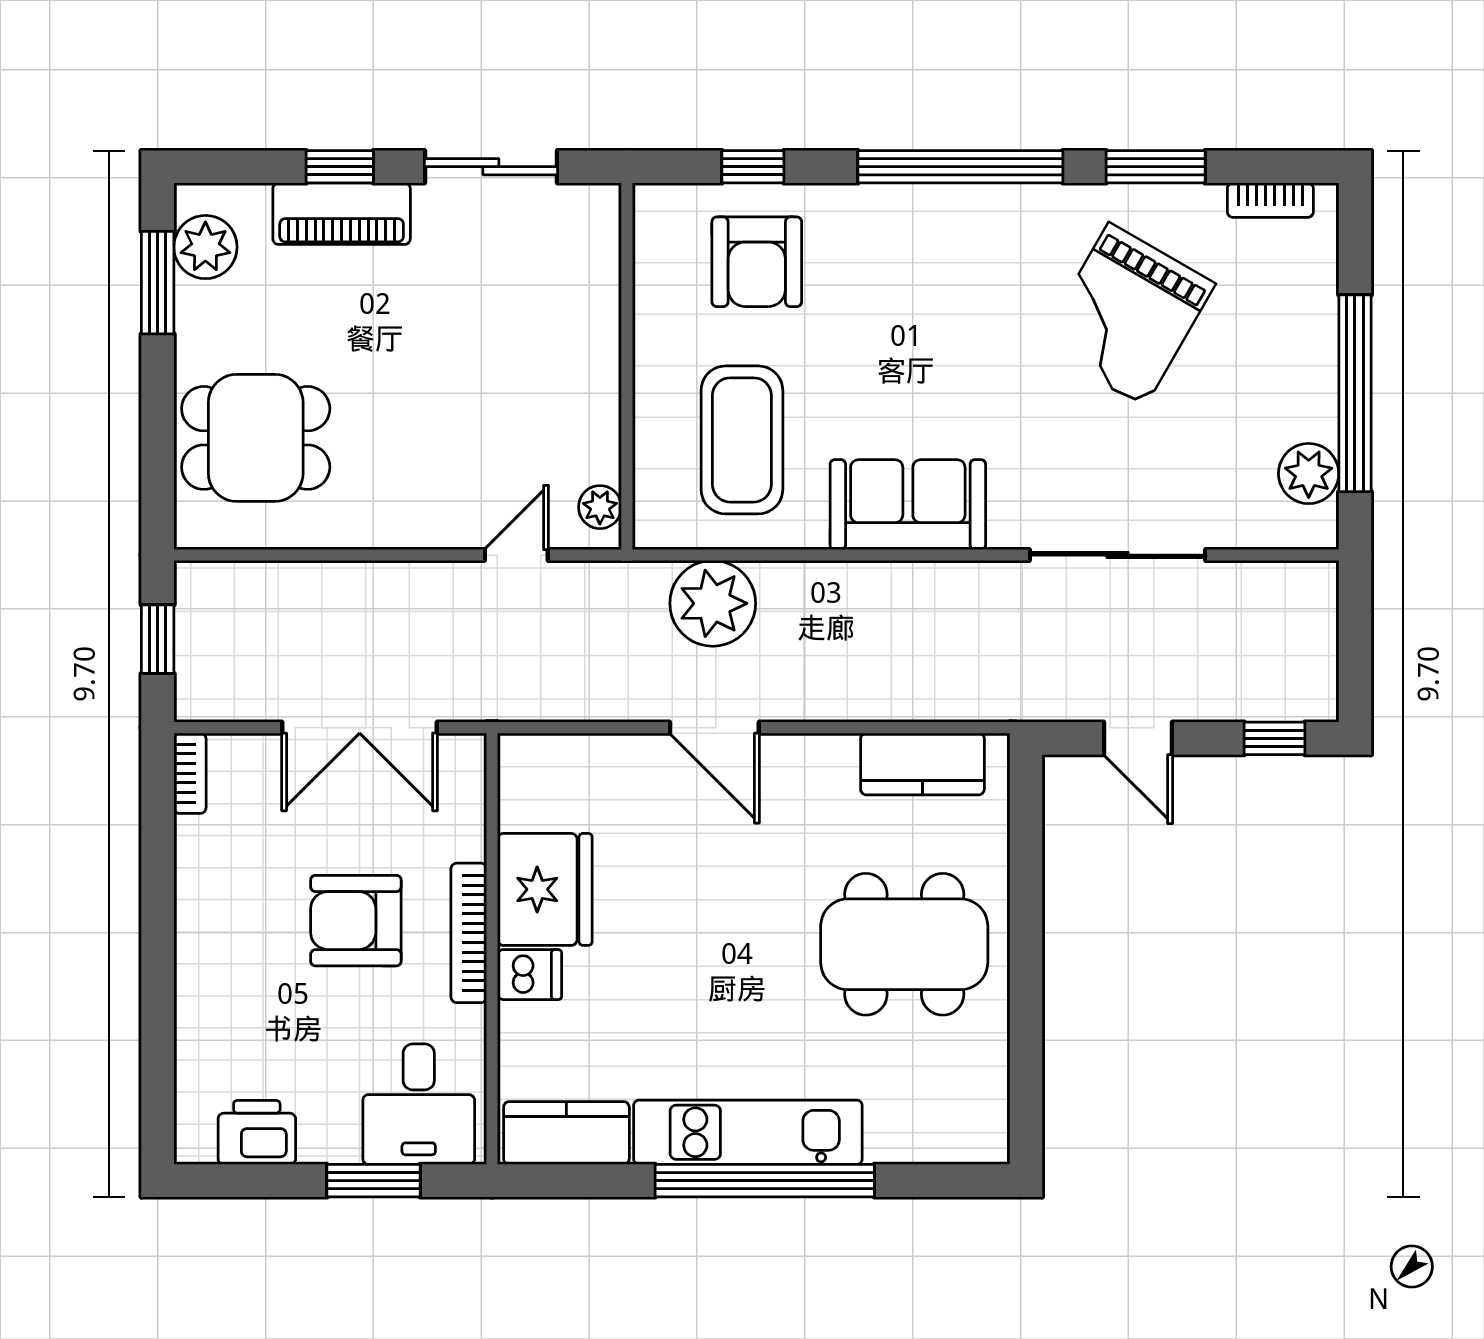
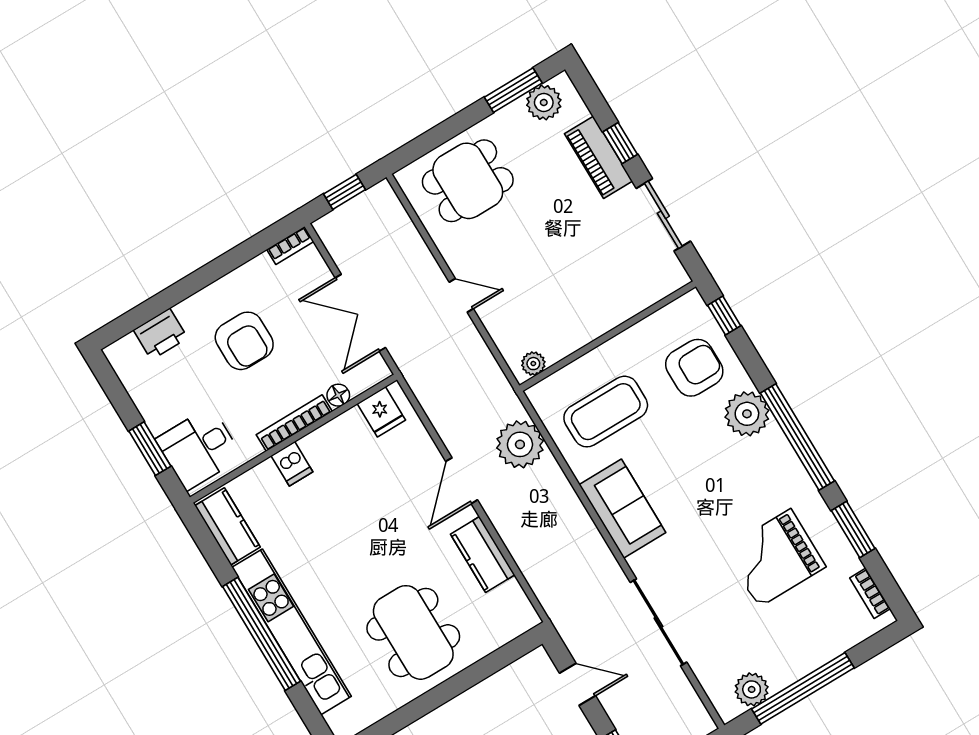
window: (753, 167) -> (724, 316), moved
plant: (877, 223) -> (747, 414), added
armchair: (757, 262) -> (694, 368), turned 180
grand piano: (1127, 315) -> (775, 558), turned -30
dining table: (256, 438) -> (468, 181), turned 90
door: (516, 555) -> (461, 295), moved
door: (1138, 738) -> (577, 684), swing flipped
kitchen counter: (922, 764) -> (483, 554), moved
floor lamp: (467, 839) -> (338, 395), added
fridge: (545, 889) -> (381, 412), moved, width x0.53, depth x0.75
armchair: (356, 921) -> (244, 341), moved, turned 180
printer: (257, 1132) -> (161, 334), moved, turned 90
kitchen unit: (748, 1132) -> (292, 632), width x1.36

